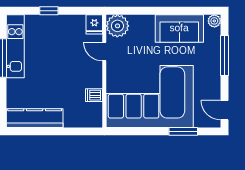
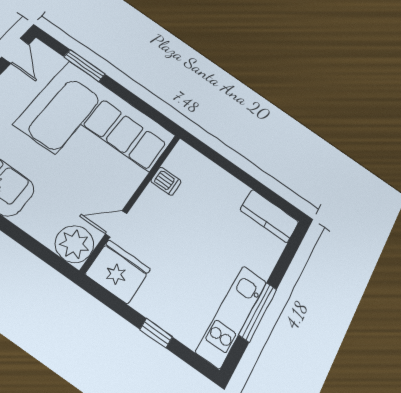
fridge: (94, 24) -> (118, 272), width x1.88, depth x1.34
door: (104, 52) -> (116, 224), swing flipped
kitchen counter: (35, 118) -> (270, 216), width x0.67

